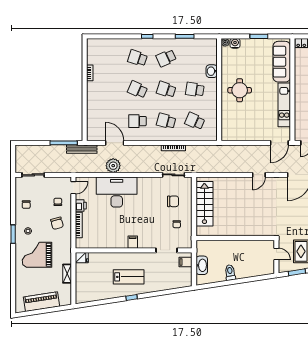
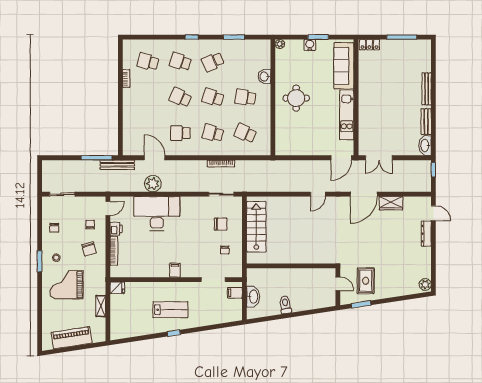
water cooler: (235, 43) -> (310, 45), moved
school desk: (109, 58) -> (148, 62), added

